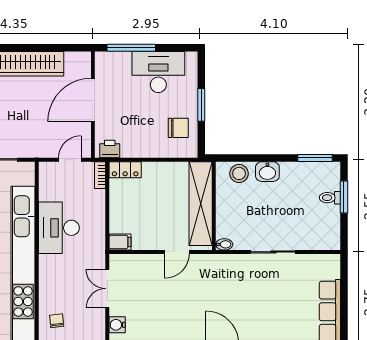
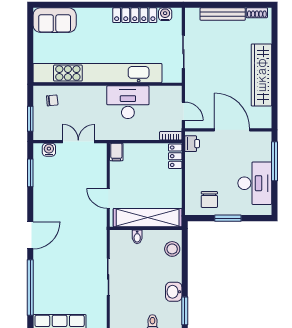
washbasin: (267, 172) -> (174, 292), moved
bidet: (224, 244) -> (137, 237), moved

